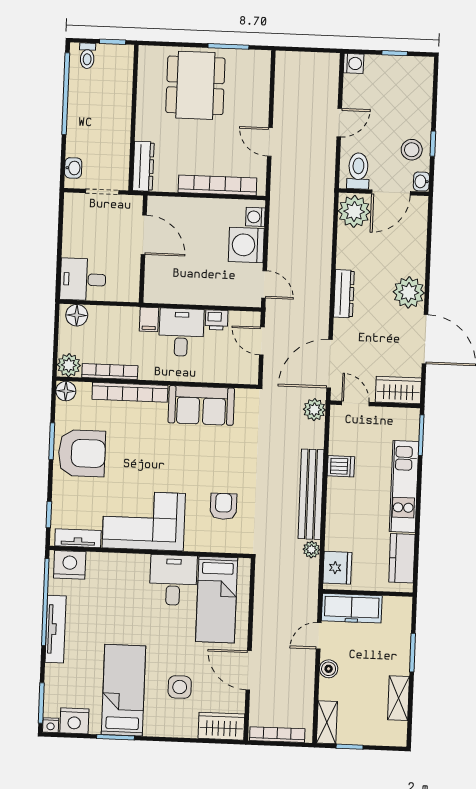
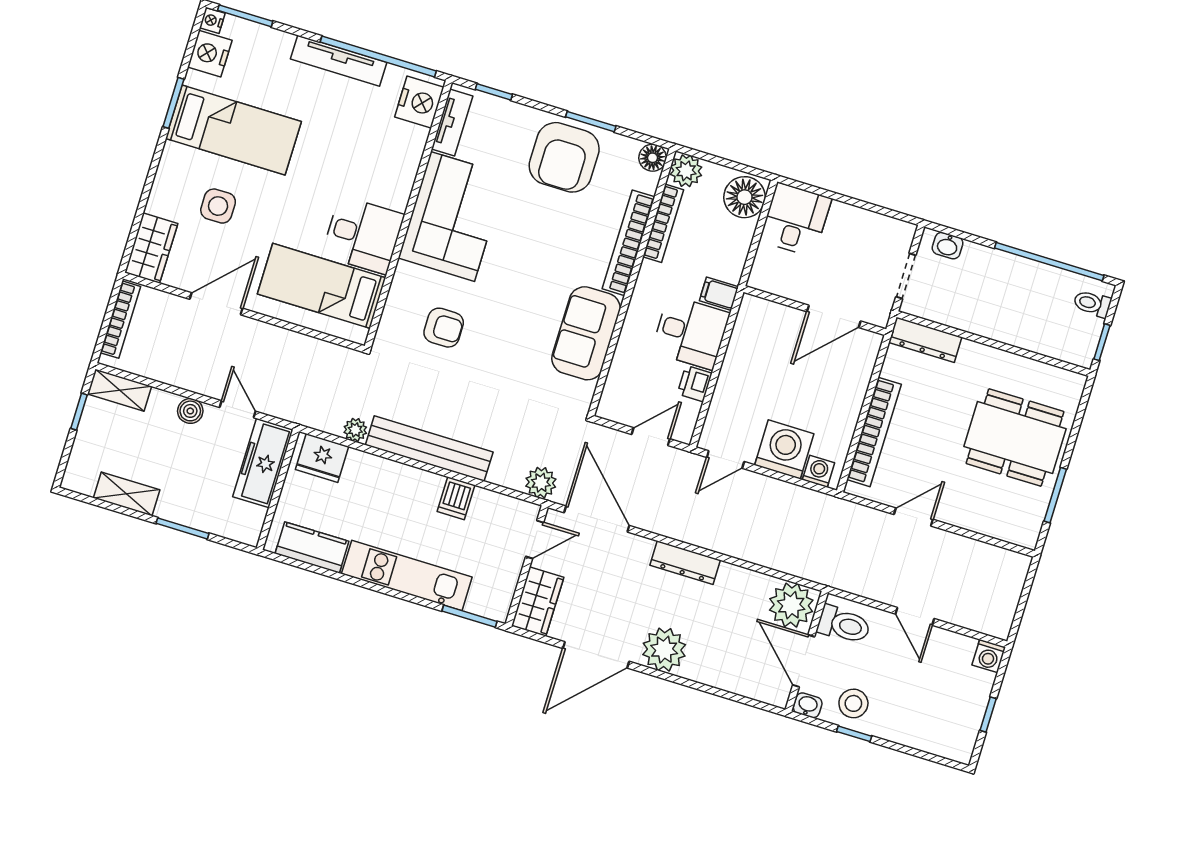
floor lamp: (77, 315) -> (745, 197), width x1.38, depth x1.38

